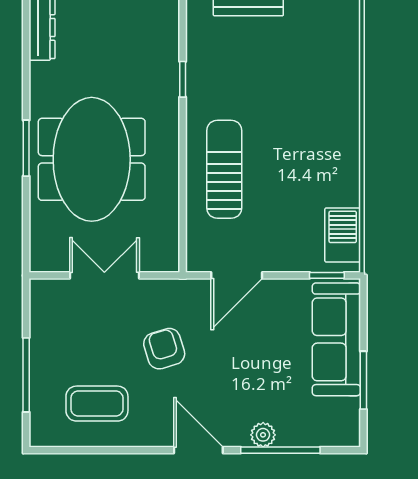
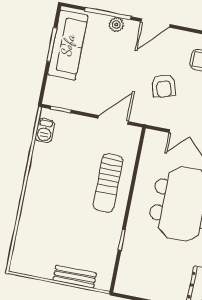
barbecue: (343, 235) -> (45, 131), width x0.73, depth x0.79
sofa: (336, 339) -> (68, 45), moved
door: (198, 450) -> (155, 23), hinge flipped

